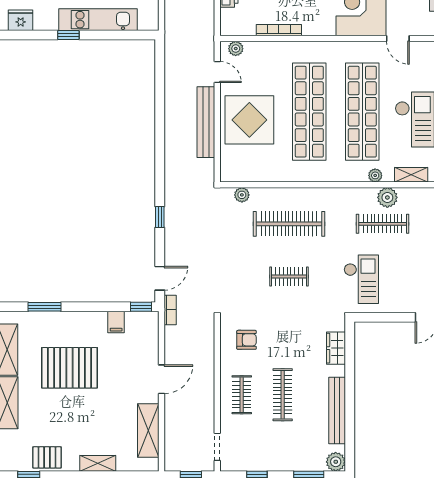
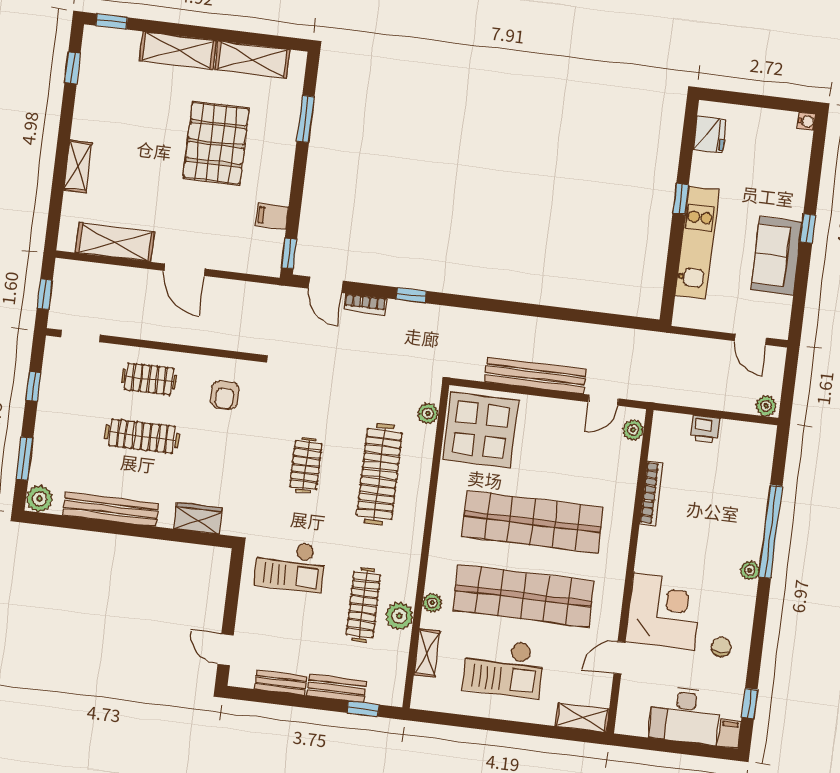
display table: (249, 120) -> (481, 430), moved
bookcase: (170, 310) -> (365, 304), moved
pallet: (47, 457) -> (95, 97), removed

